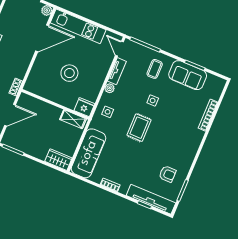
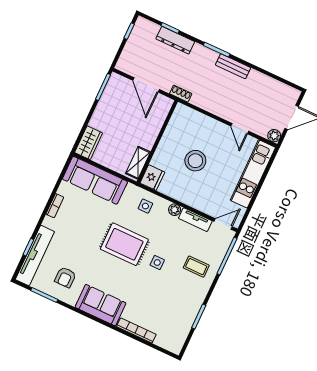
door: (42, 38) -> (240, 129), width x0.53
sofa: (188, 75) -> (100, 305), moved, turned 90
rug: (139, 128) -> (124, 244), width x1.36, depth x1.43

